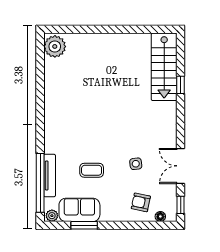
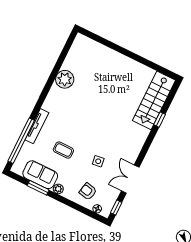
plant: (55, 46) -> (65, 79), moved
tv unit: (50, 176) -> (37, 126), moved
plant: (52, 216) -> (58, 189), moved

